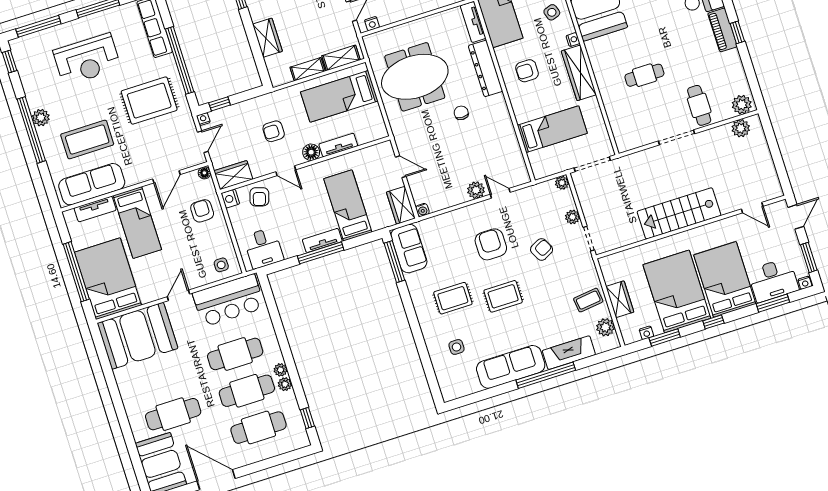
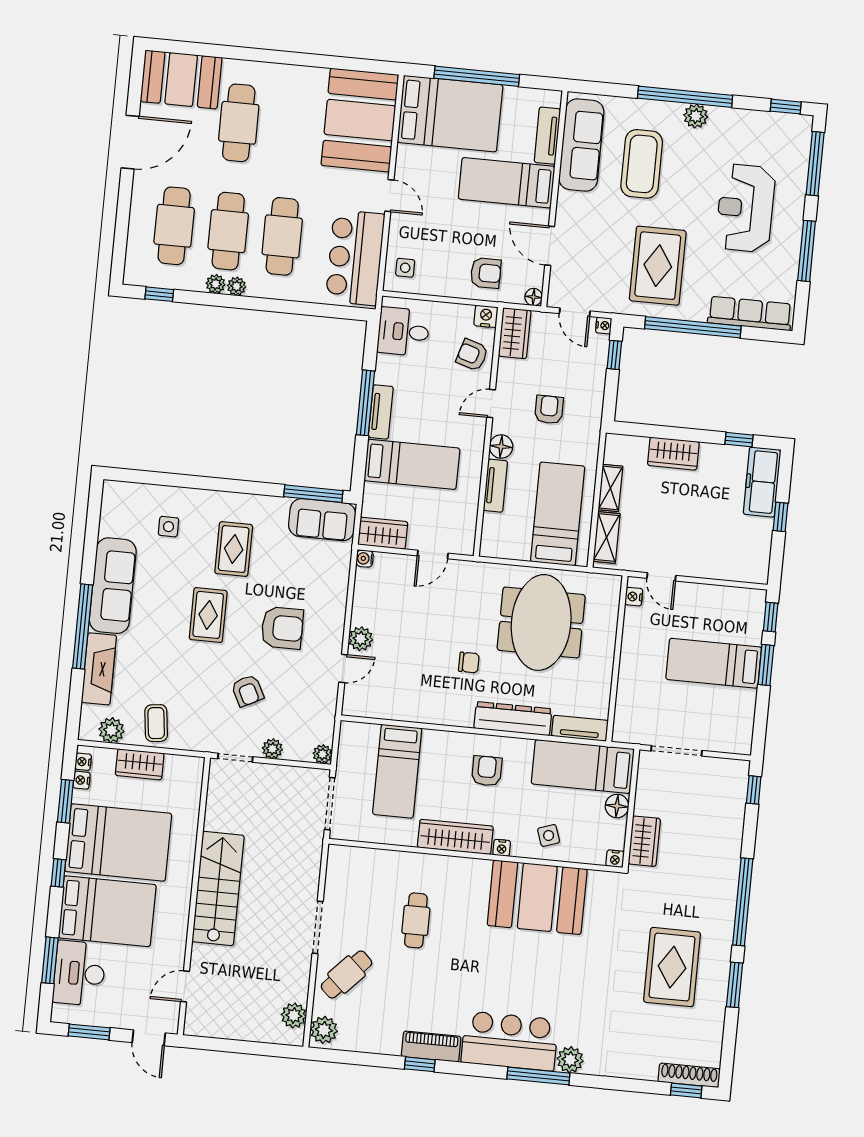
cafe table: (699, 105) -> (347, 975), turned -47
nightstand: (805, 283) -> (83, 762), moved

